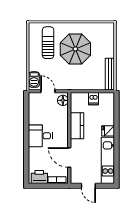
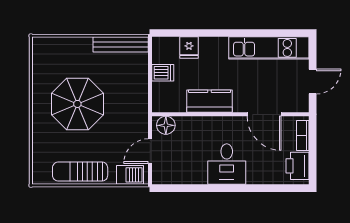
sun lounger: (48, 43) -> (80, 172), moved
fridge: (108, 131) -> (189, 48), moved
door: (69, 158) -> (264, 114), hinge flipped

